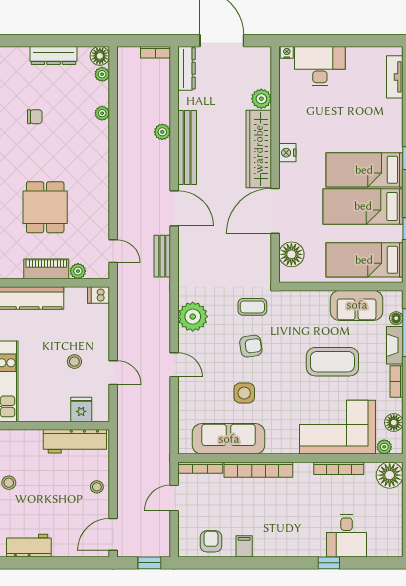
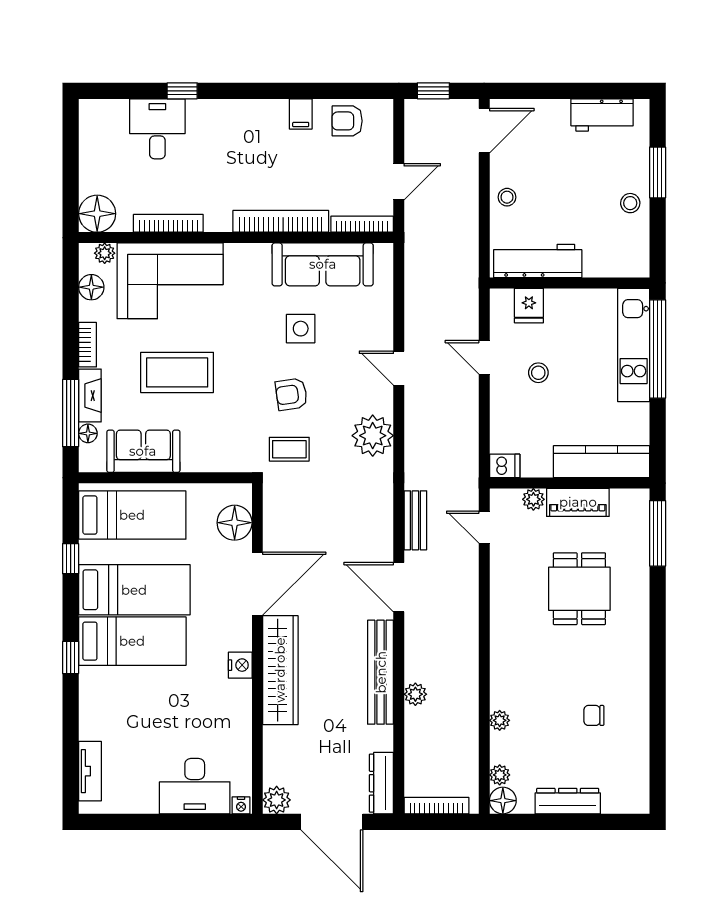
bookcase: (156, 52) -> (436, 806), width x1.56
plant: (261, 99) -> (277, 800), moved
armchair: (211, 541) -> (347, 121), turned 90

